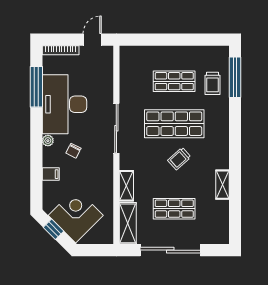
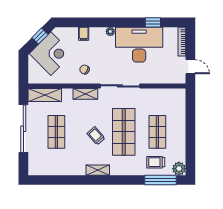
plant: (221, 54) -> (179, 169), added
window: (36, 87) -> (153, 22), width x0.46
chair: (73, 151) -> (84, 69), moved
shelving: (222, 185) -> (98, 170), moved
shelving: (126, 186) -> (85, 94), moved

